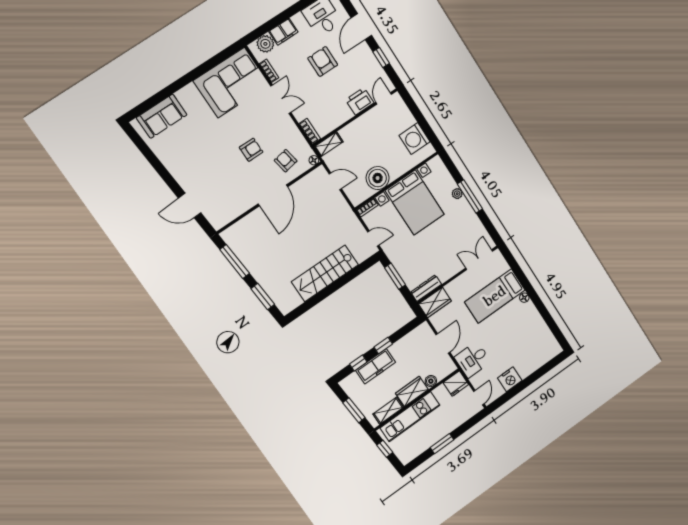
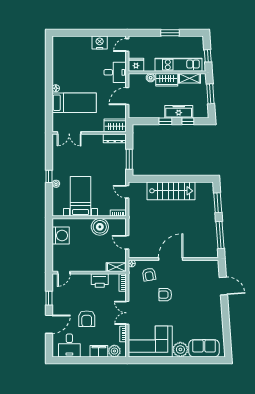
plant: (189, 96) -> (180, 350), added
printer: (360, 101) -> (100, 280), moved
window: (470, 196) -> (49, 176), width x0.46
bed with nightstands: (415, 203) -> (81, 196), width x0.73

